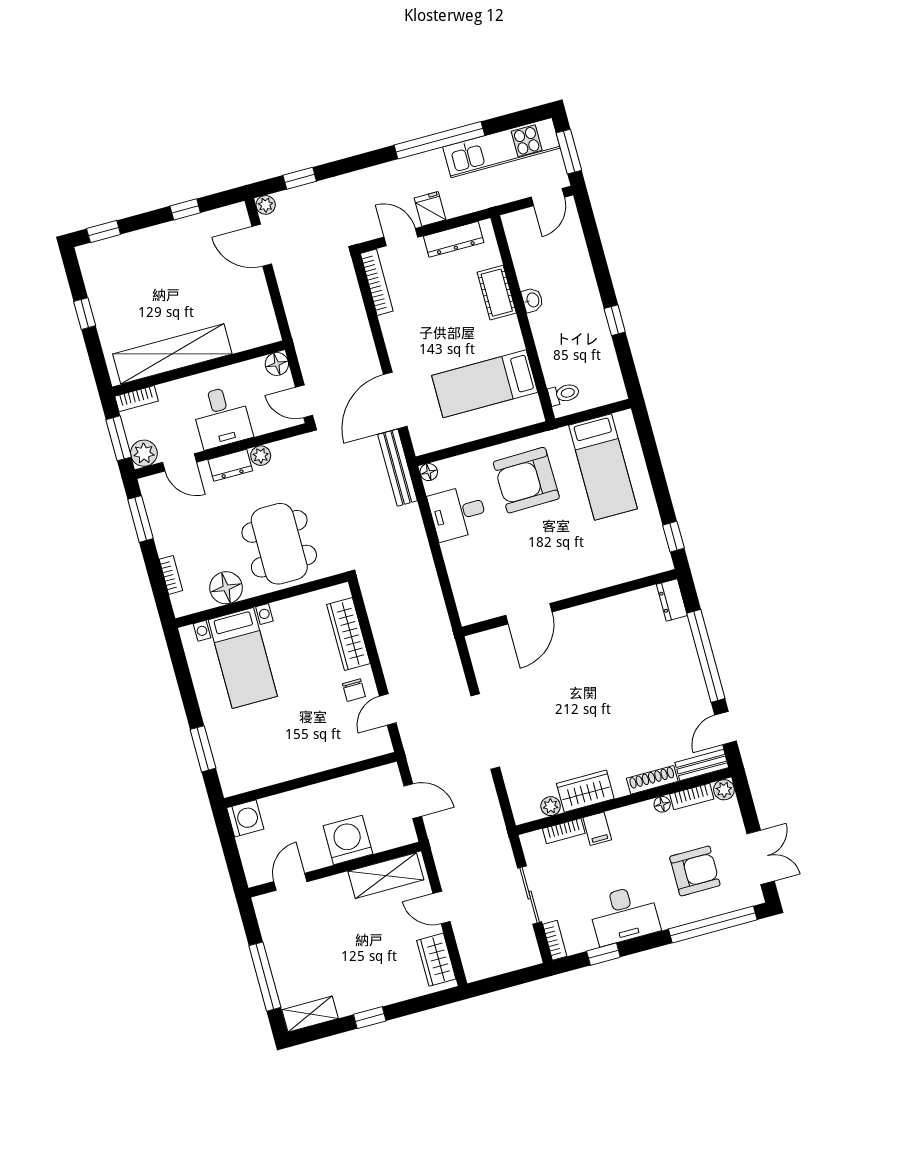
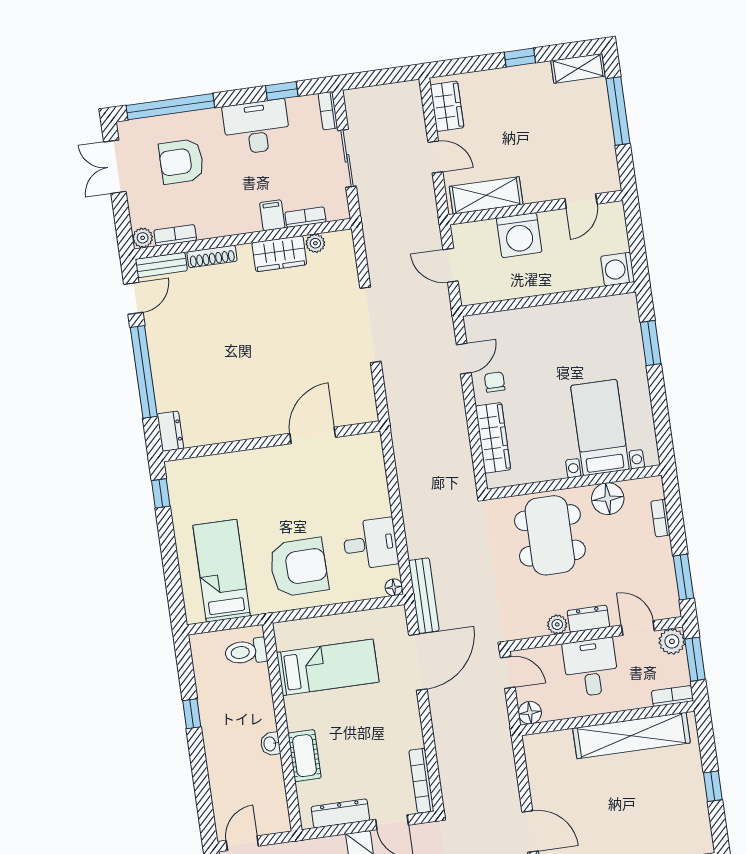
toilet: (564, 394) -> (246, 652), width x1.37, depth x1.39
floor lamp: (662, 804) -> (205, 231), removed

